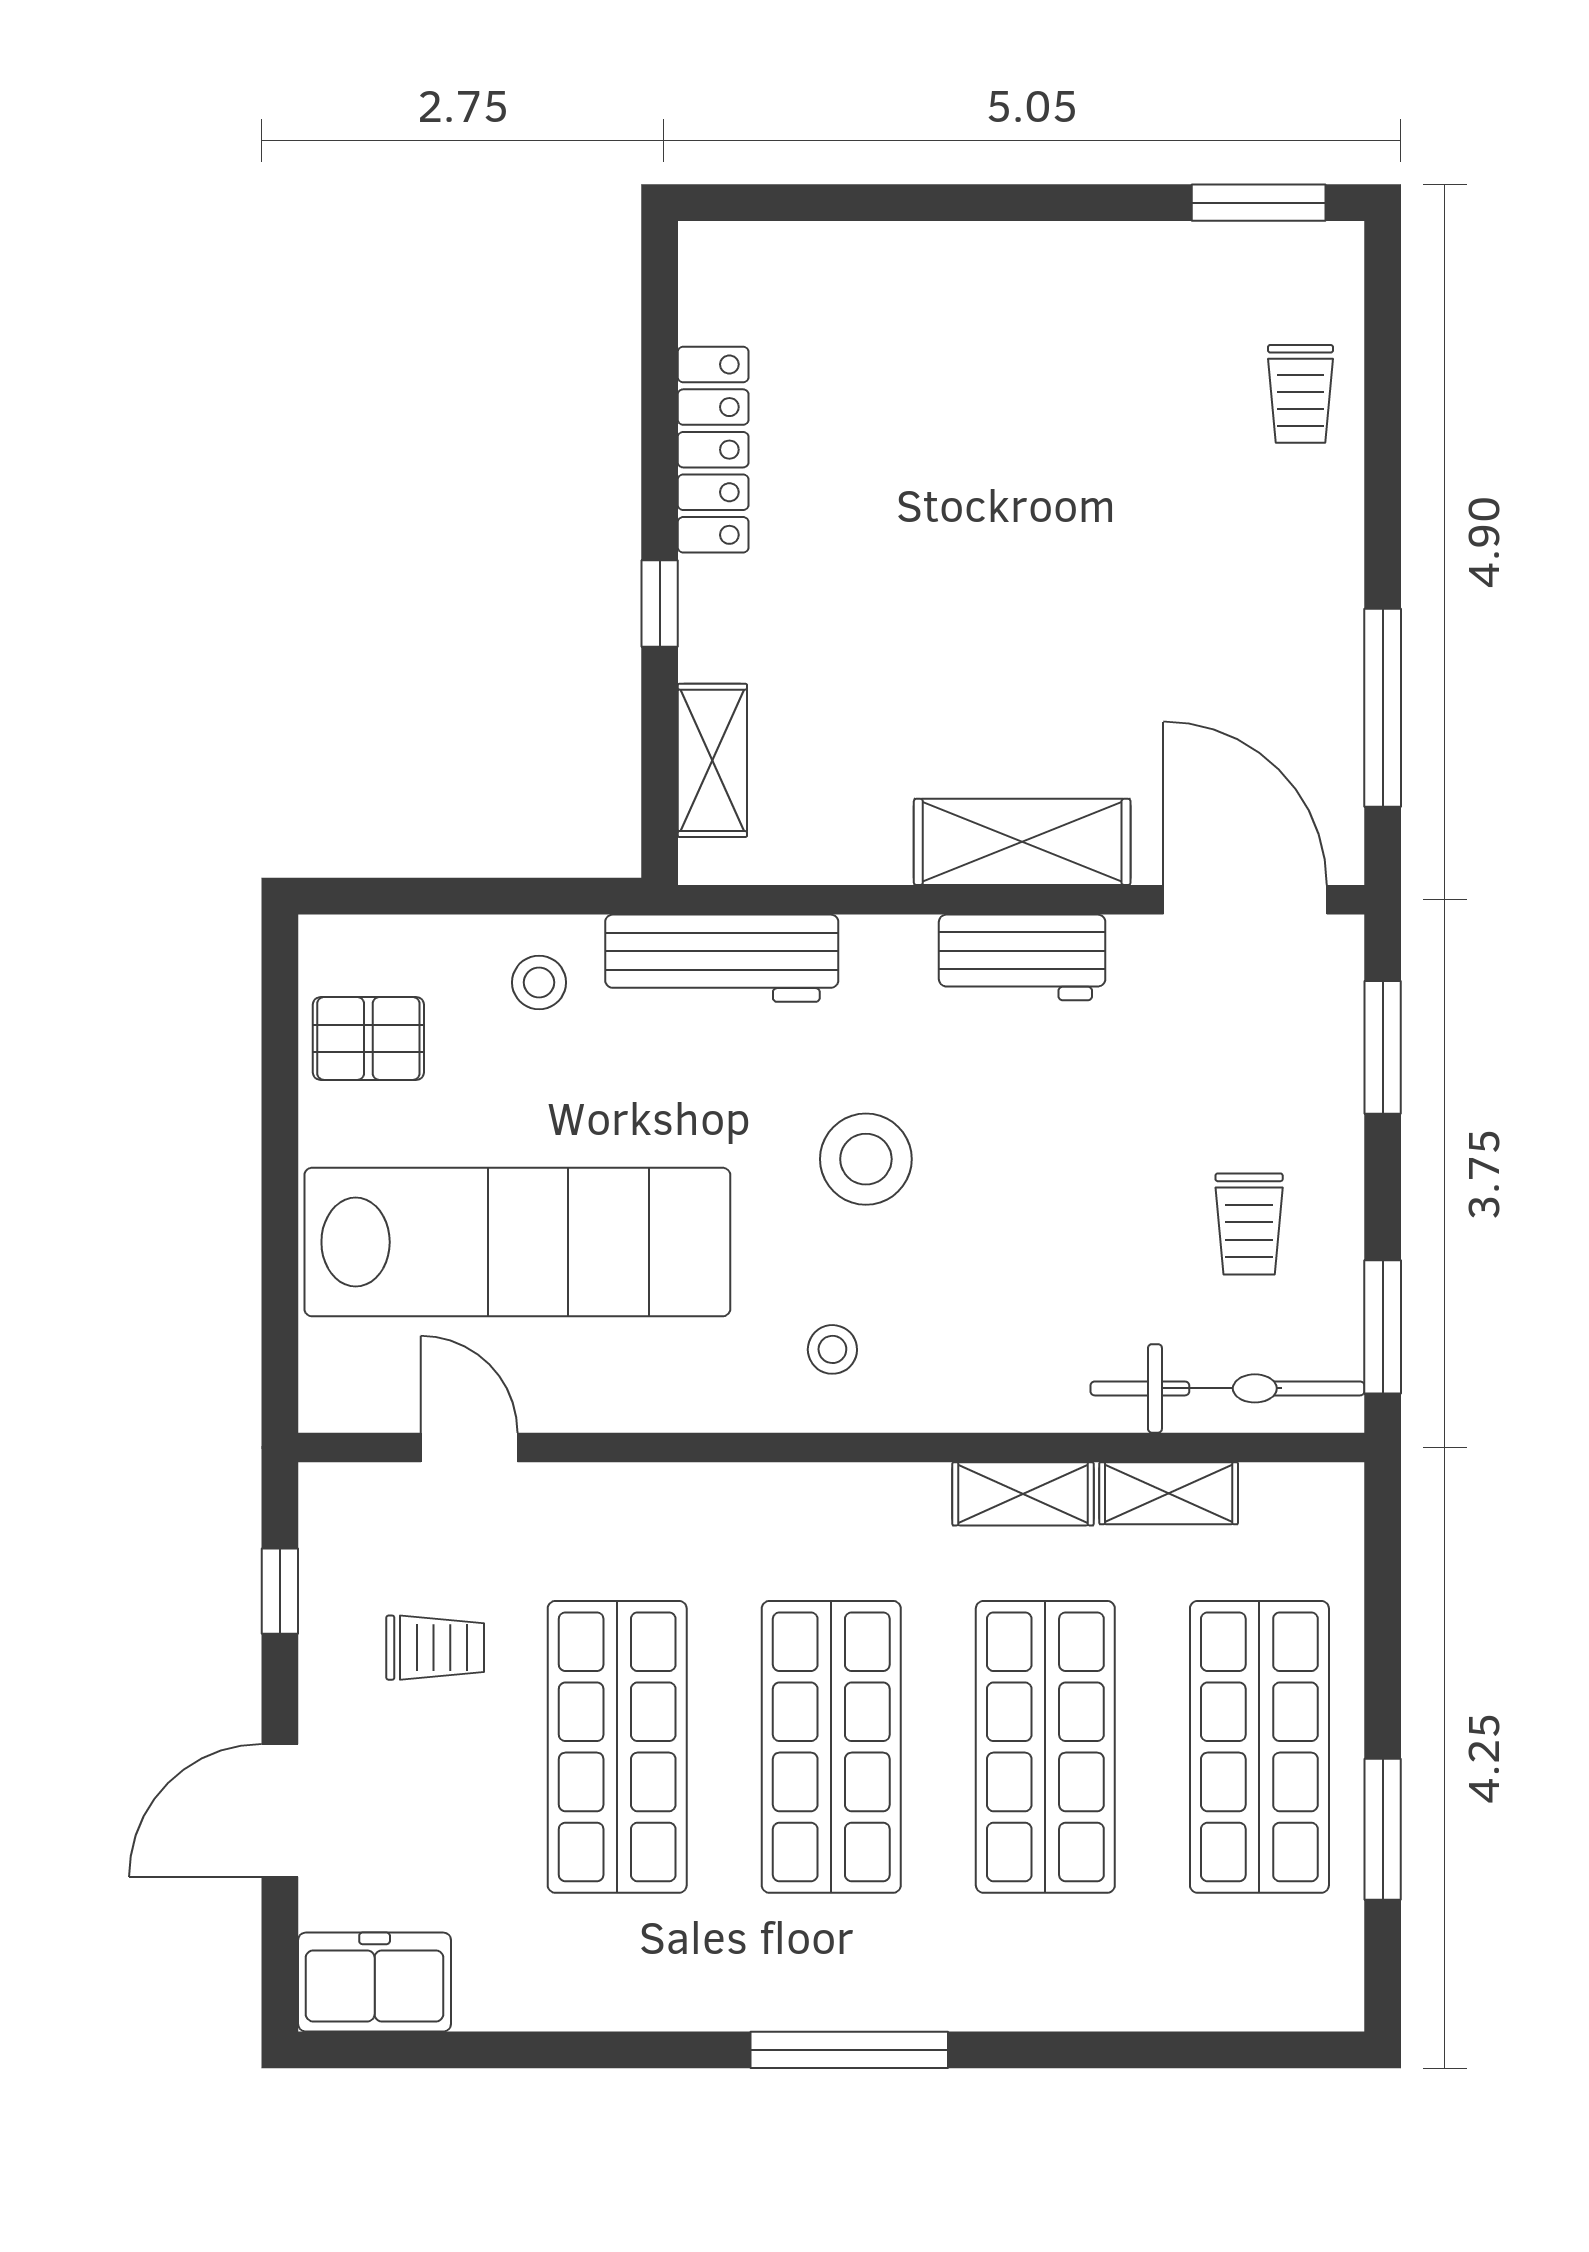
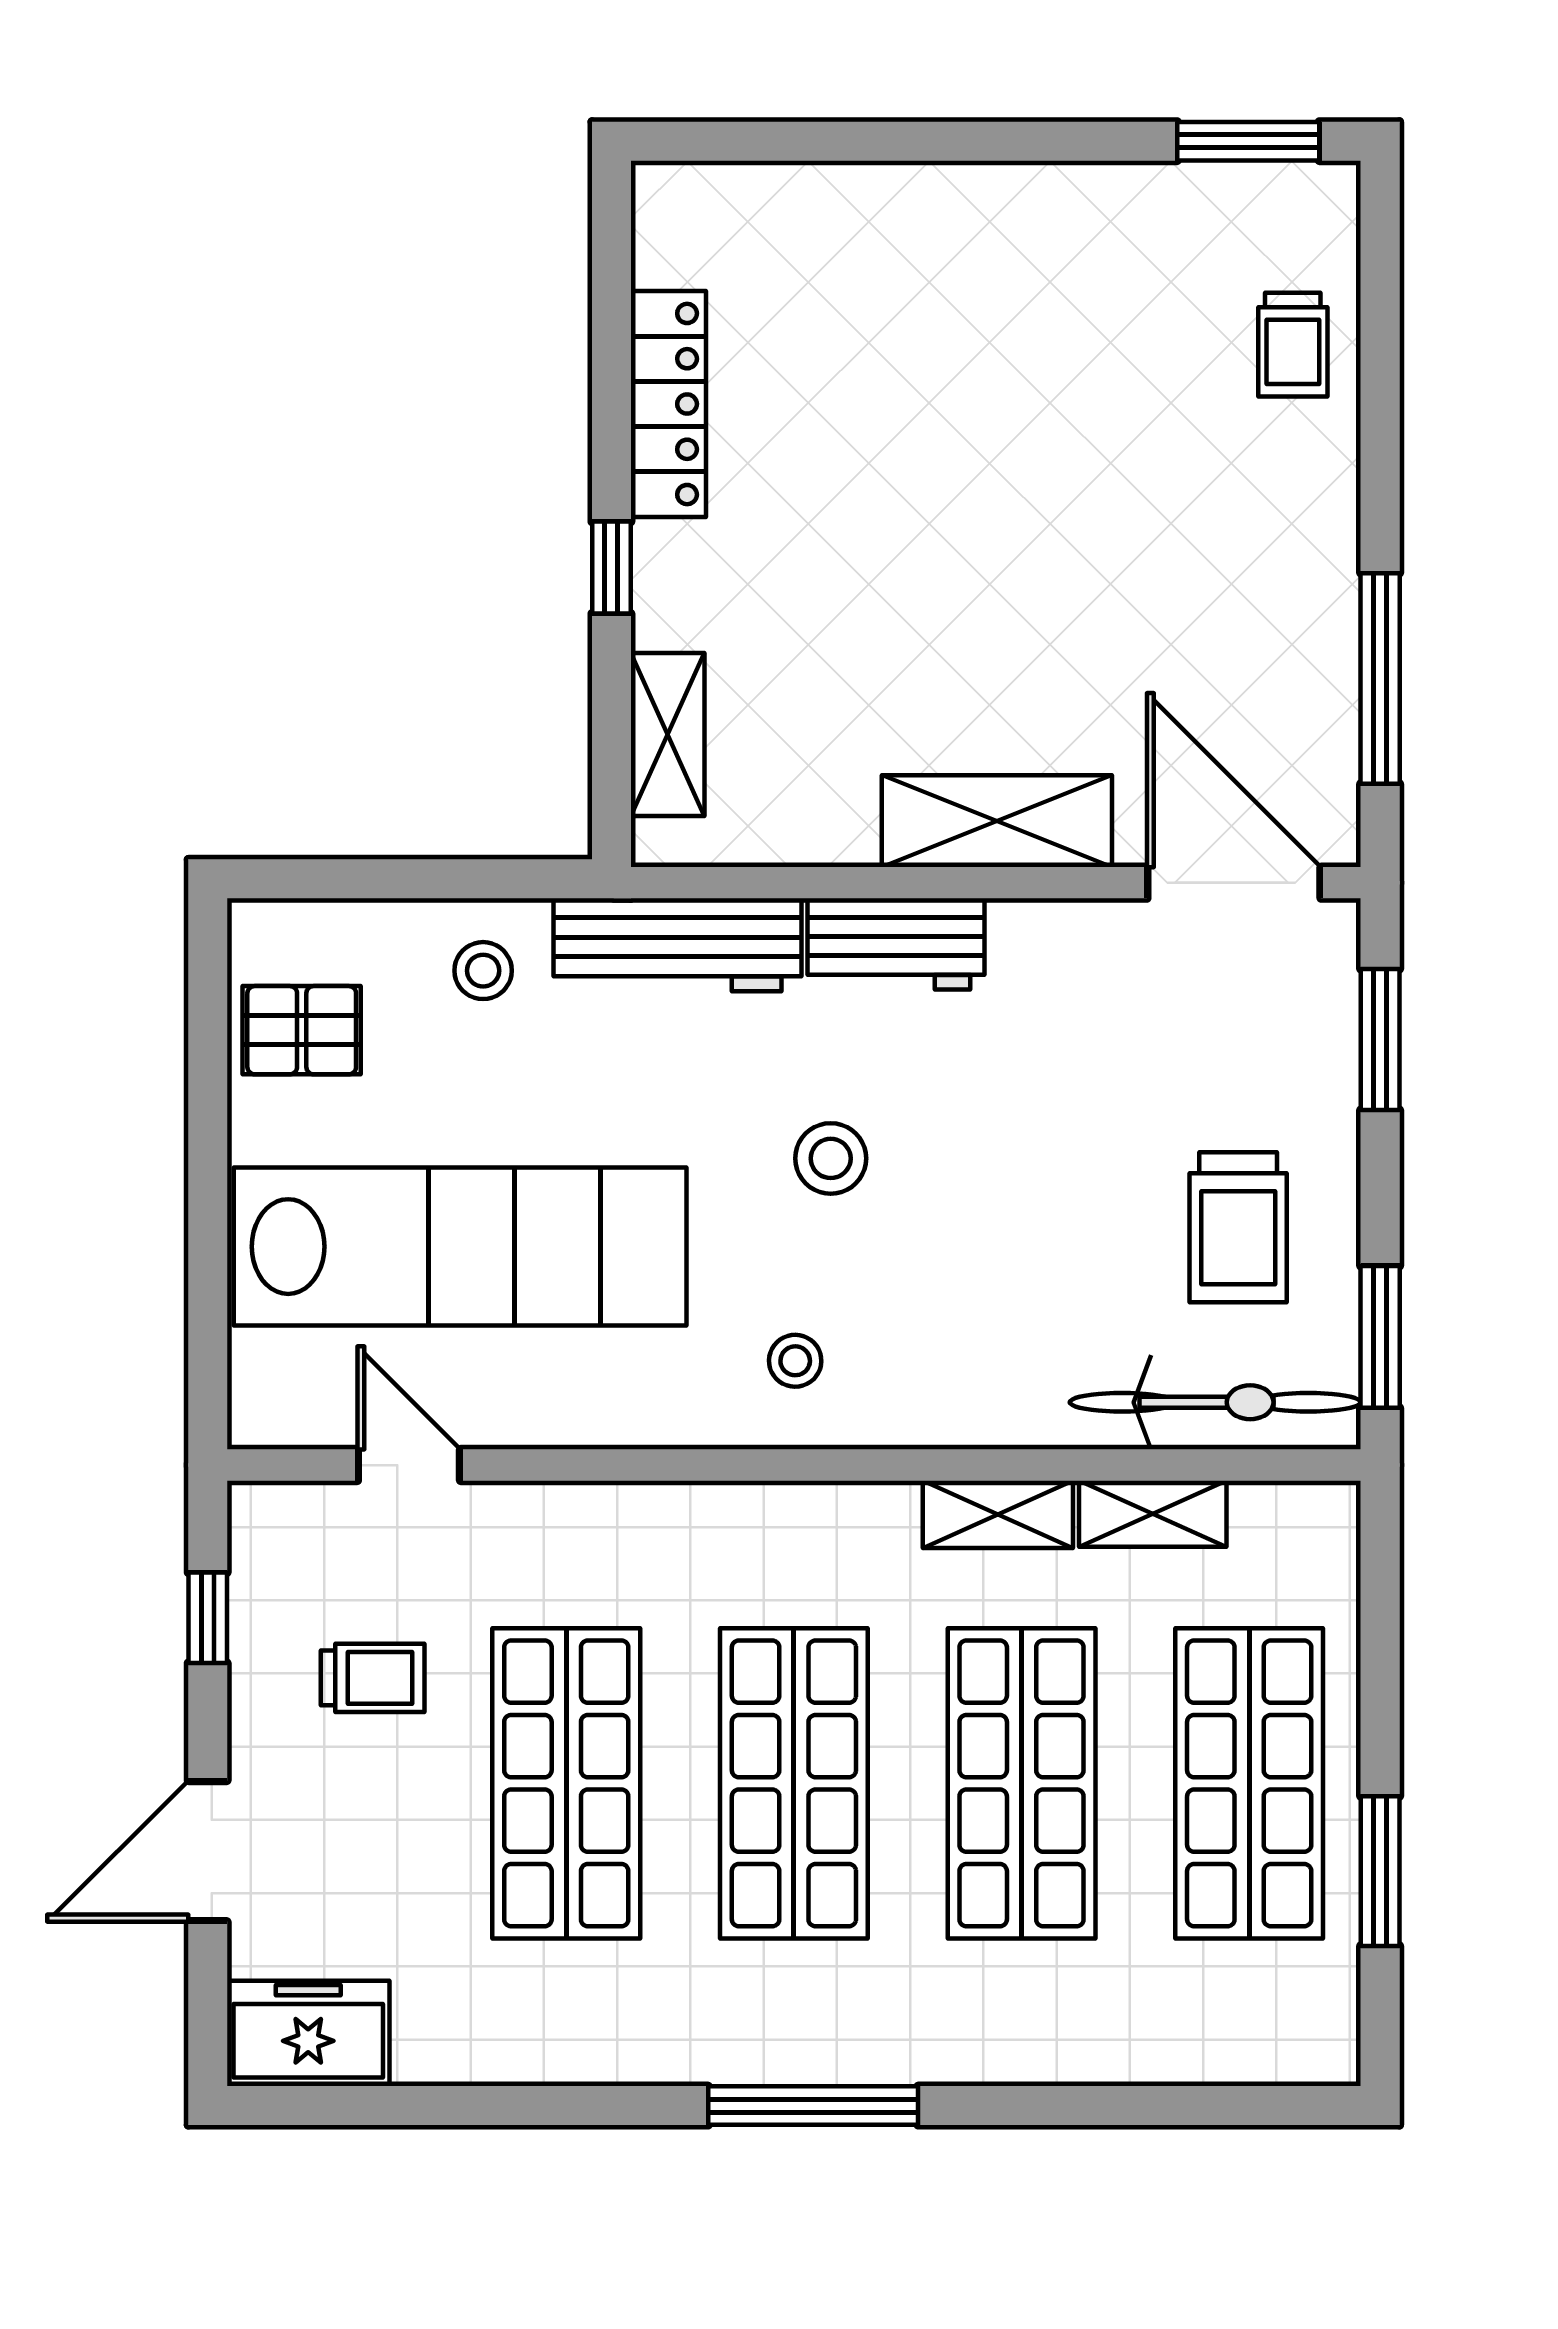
workbench: (1022, 957) -> (896, 944), moved
stool: (866, 1159) -> (831, 1158), width x0.73, depth x0.73
trolley: (1249, 1224) -> (1238, 1227), width x1.36, depth x1.39

